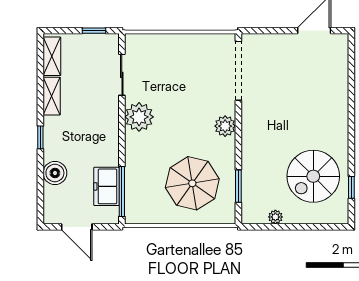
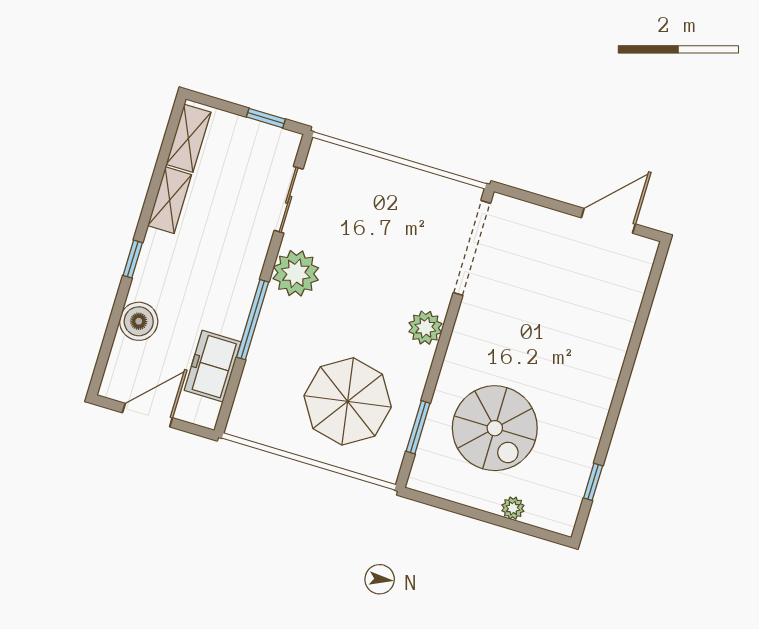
spiral stairs: (313, 176) -> (495, 428), moved, turned -90
window: (122, 192) -> (253, 320), moved
plant: (275, 217) -> (513, 508), moved
door: (77, 227) -> (147, 415), swing flipped

